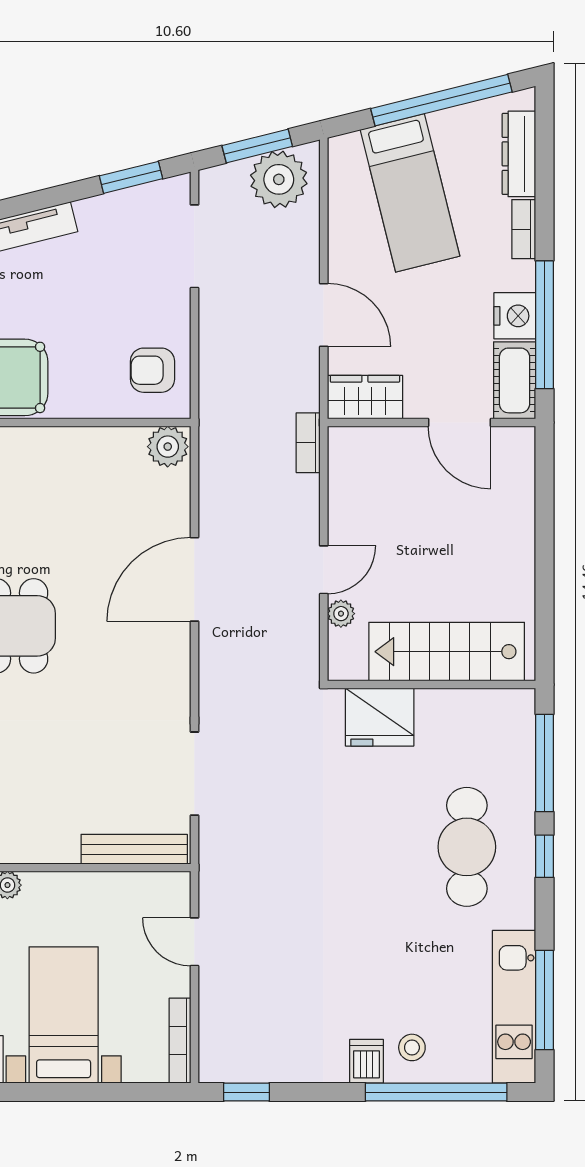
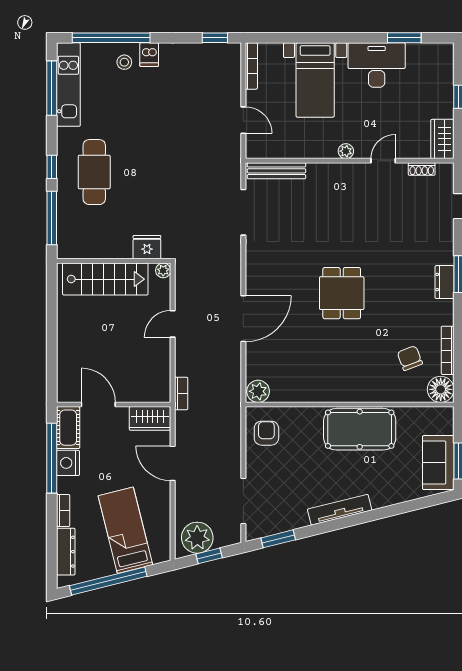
window: (257, 146) -> (209, 556), width x0.67
armchair: (152, 370) -> (266, 433), turned -90
plant: (341, 614) -> (163, 270), moved
fridge: (380, 717) -> (147, 247), width x0.73, depth x0.75

